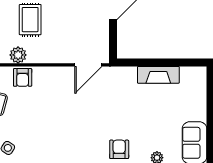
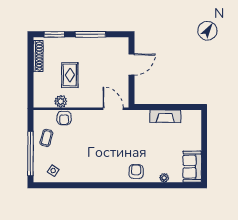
door: (88, 65) -> (113, 109), swing flipped

